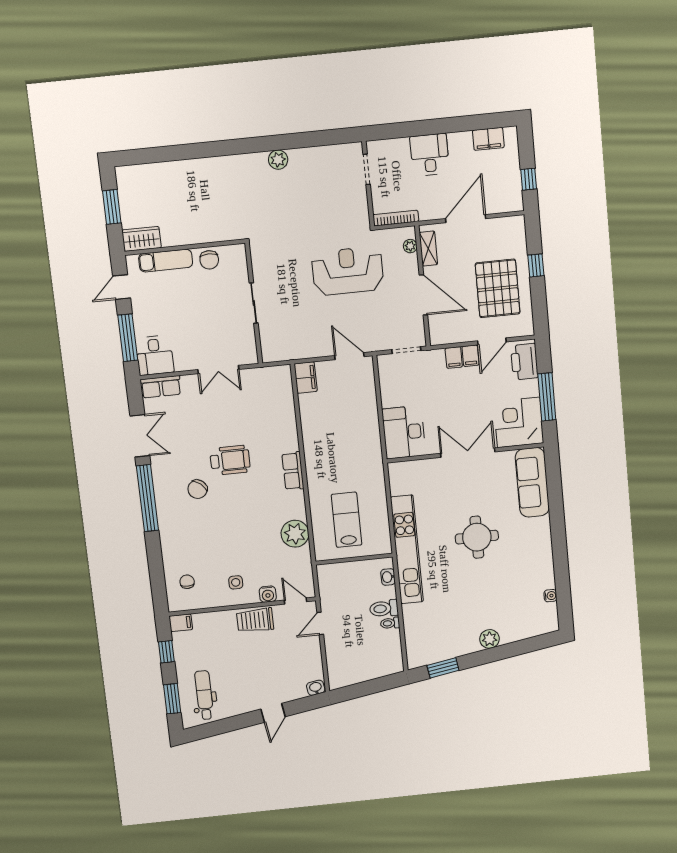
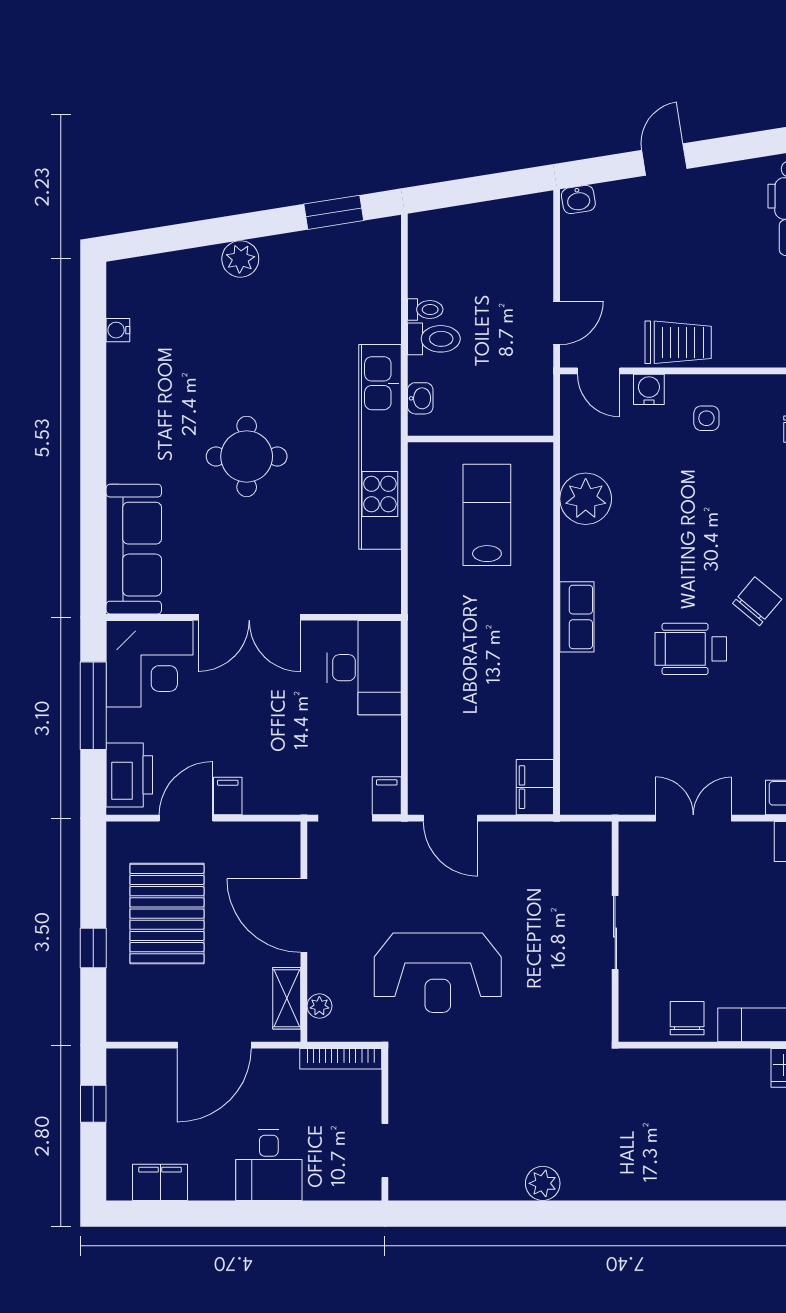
filing cabinet: (454, 358) -> (387, 796), moved
lab bench: (347, 520) -> (487, 515), turned 180

